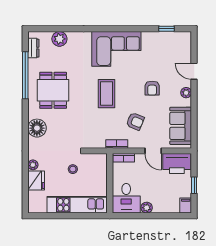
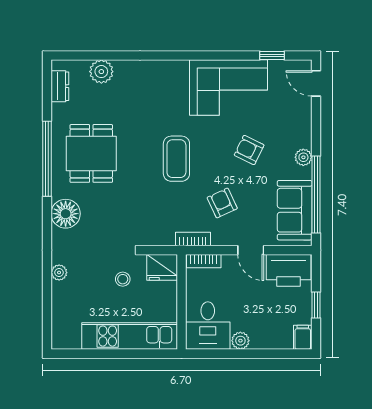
corner sofa: (116, 49) -> (229, 87), moved
door: (194, 71) -> (316, 83), moved
window: (25, 75) -> (47, 159), moved
armchair: (152, 88) -> (249, 150), turned 116
window: (194, 116) -> (316, 195), added
armchair: (135, 121) -> (222, 203), turned -138
fridge: (36, 181) -> (162, 267), moved, turned 90

